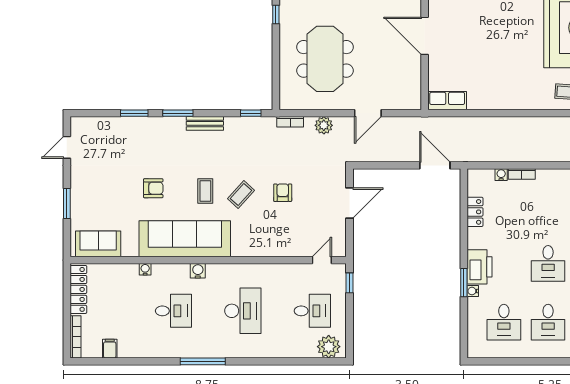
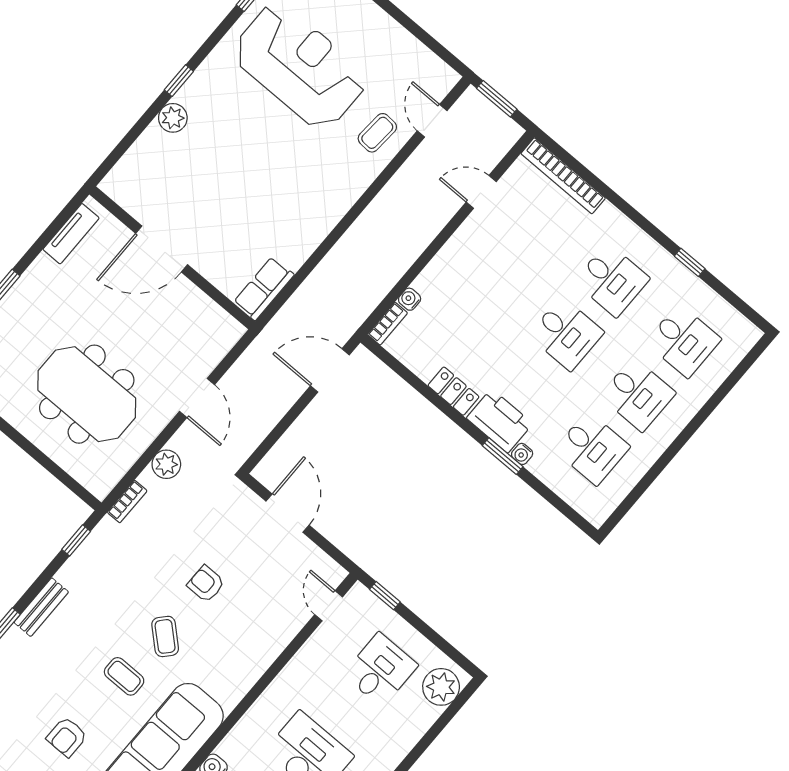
bookcase: (522, 174) -> (388, 324), moved
armchair: (153, 188) -> (67, 737), turned 180
locker: (475, 212) -> (453, 391), moved

